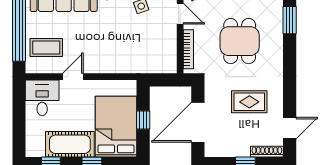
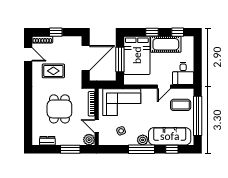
window: (290, 20) -> (28, 122), removed
corner sofa: (140, 52) -> (122, 102), added
window: (143, 120) -> (120, 60), width x2.17
door: (290, 128) -> (28, 54), swing flipped

